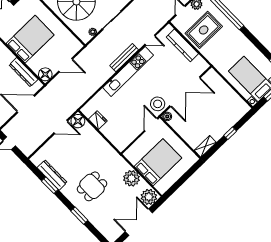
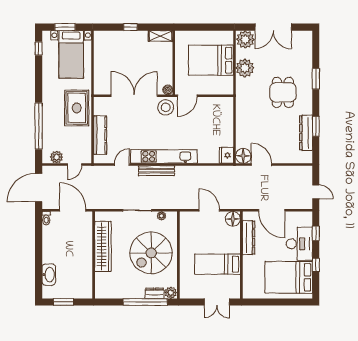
rug: (204, 30) -> (77, 108), moved, turned 90
bed: (30, 39) -> (217, 264), width x0.67
door: (150, 40) -> (122, 165), hinge flipped
fridge: (98, 120) -> (226, 155), moved
dining table: (92, 186) -> (283, 92), turned 90

